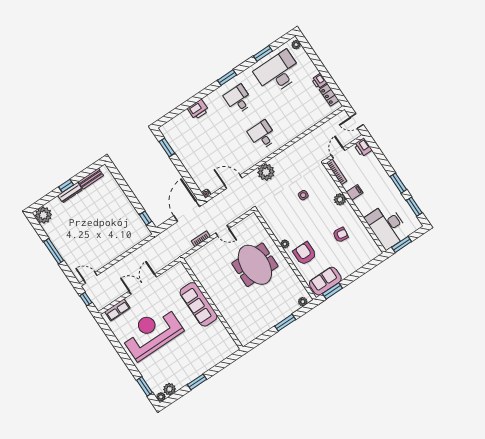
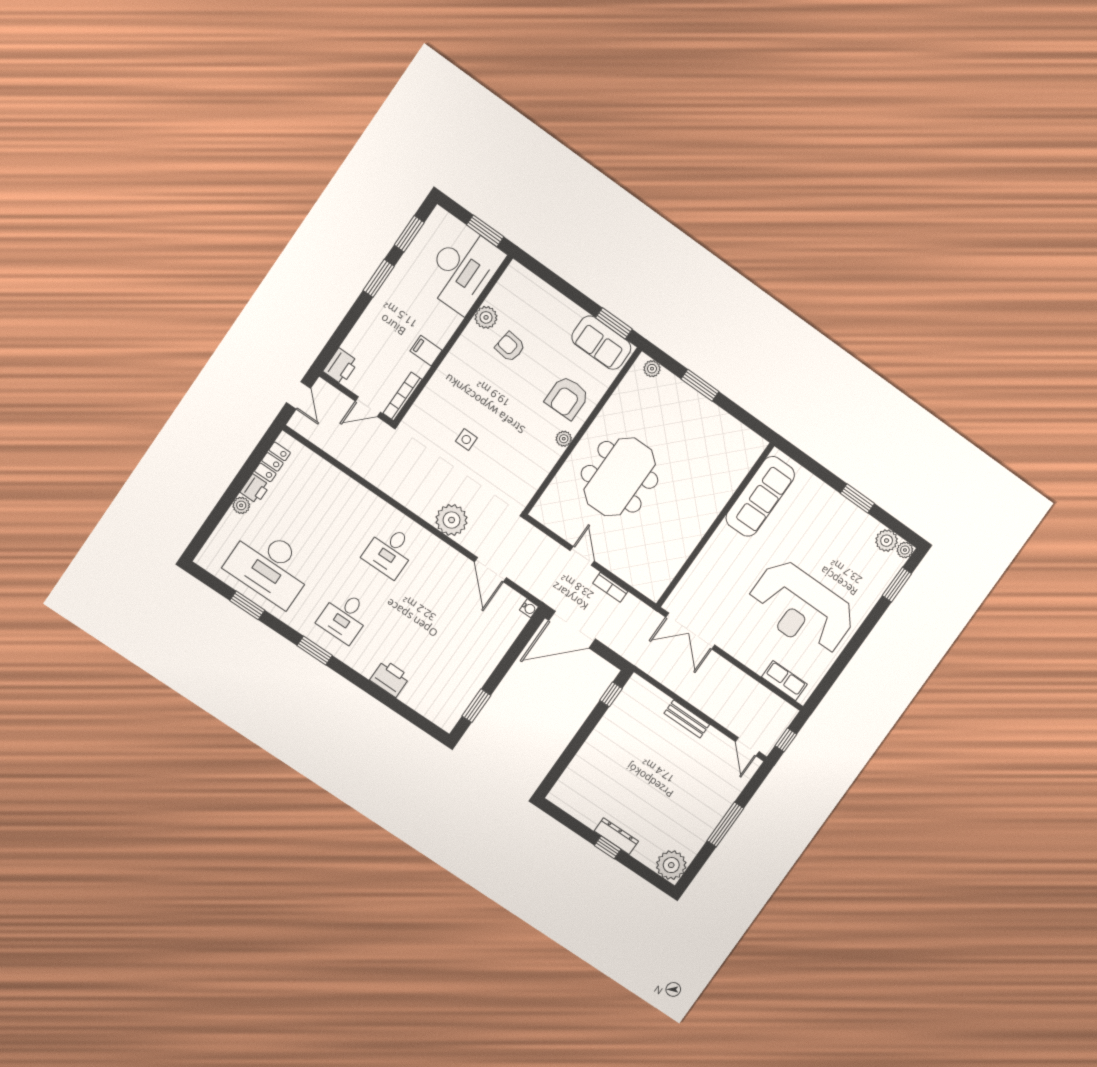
plant: (296, 45) -> (241, 505), moved
bench: (91, 179) -> (687, 719), moved
plant: (340, 199) -> (486, 317), moved
double door: (143, 284) -> (690, 631), moved
sofa: (198, 304) -> (760, 496), moved

